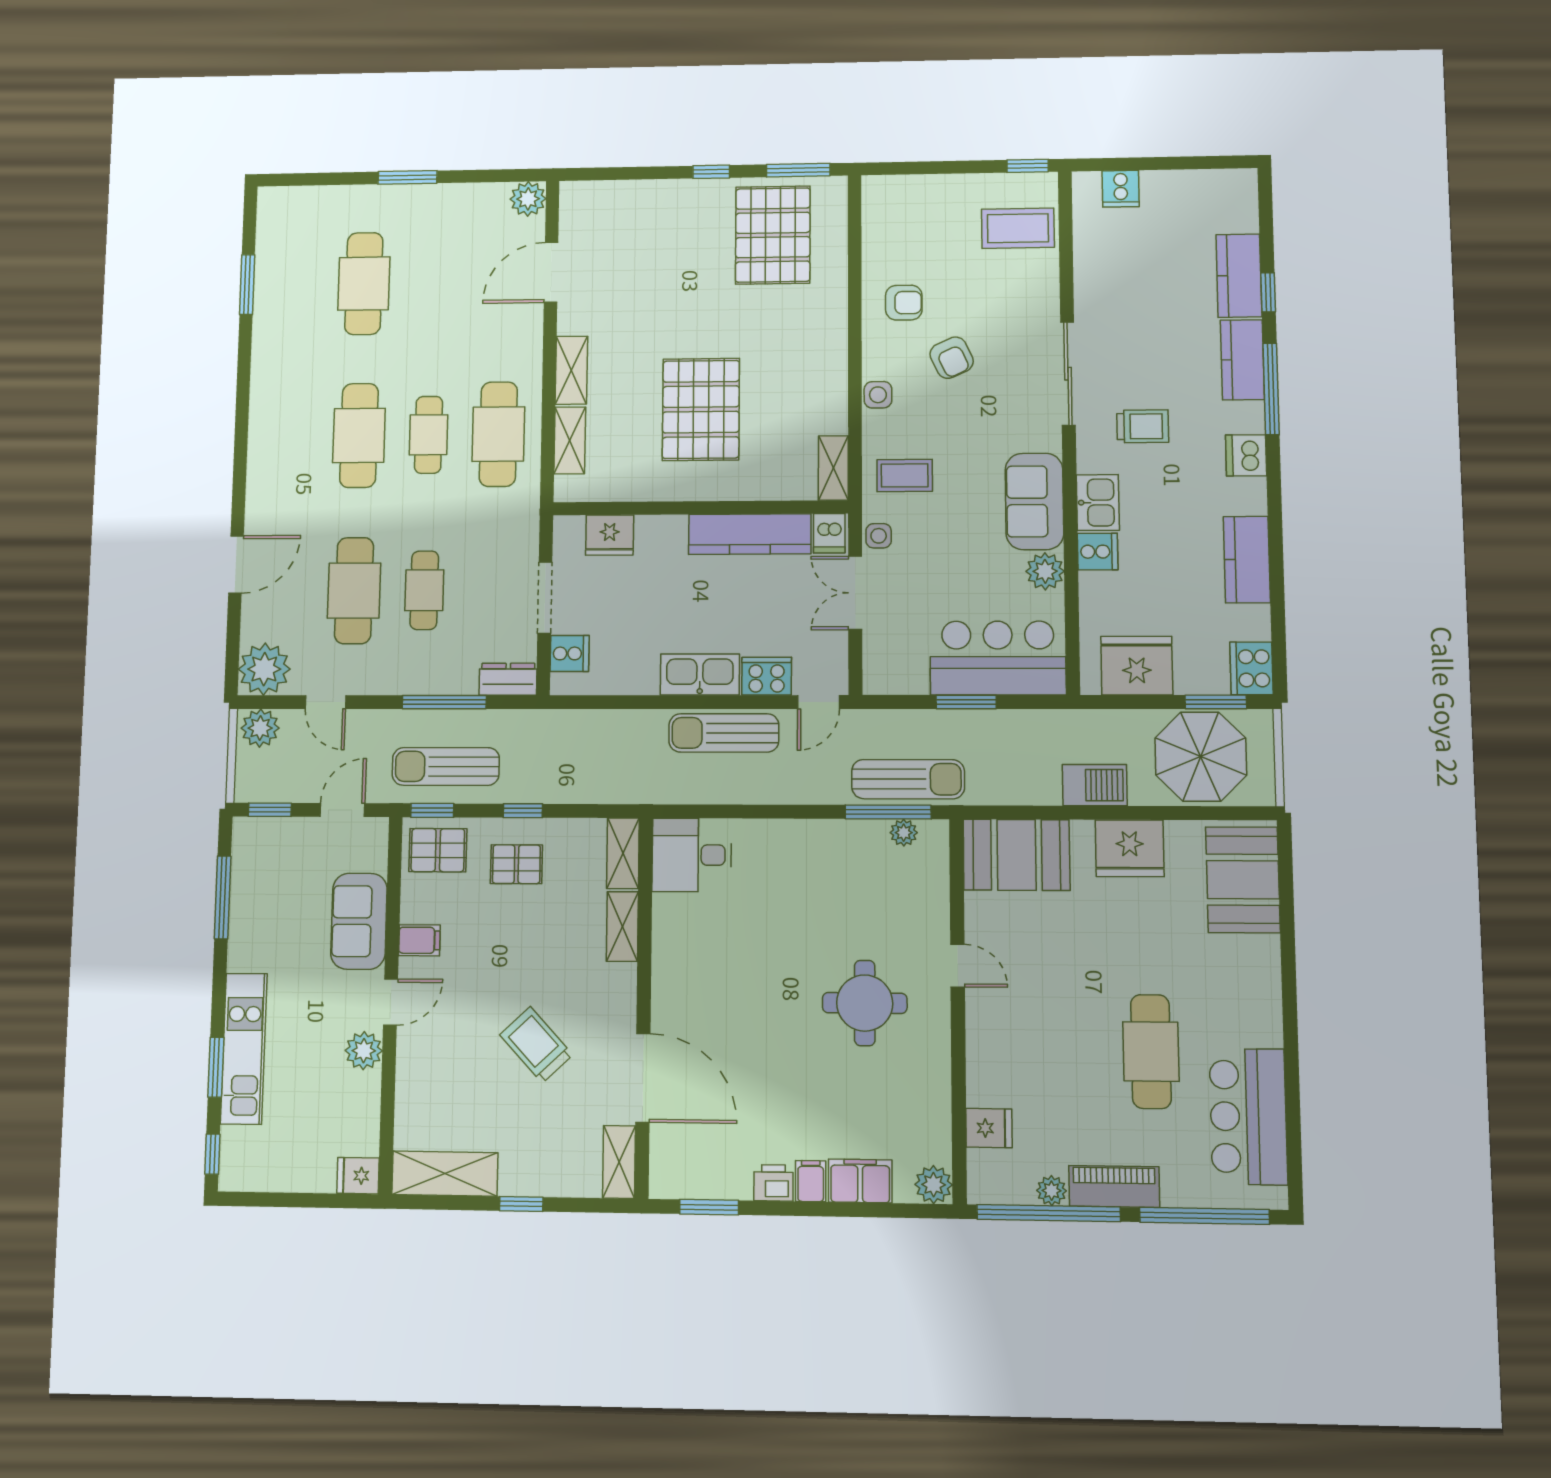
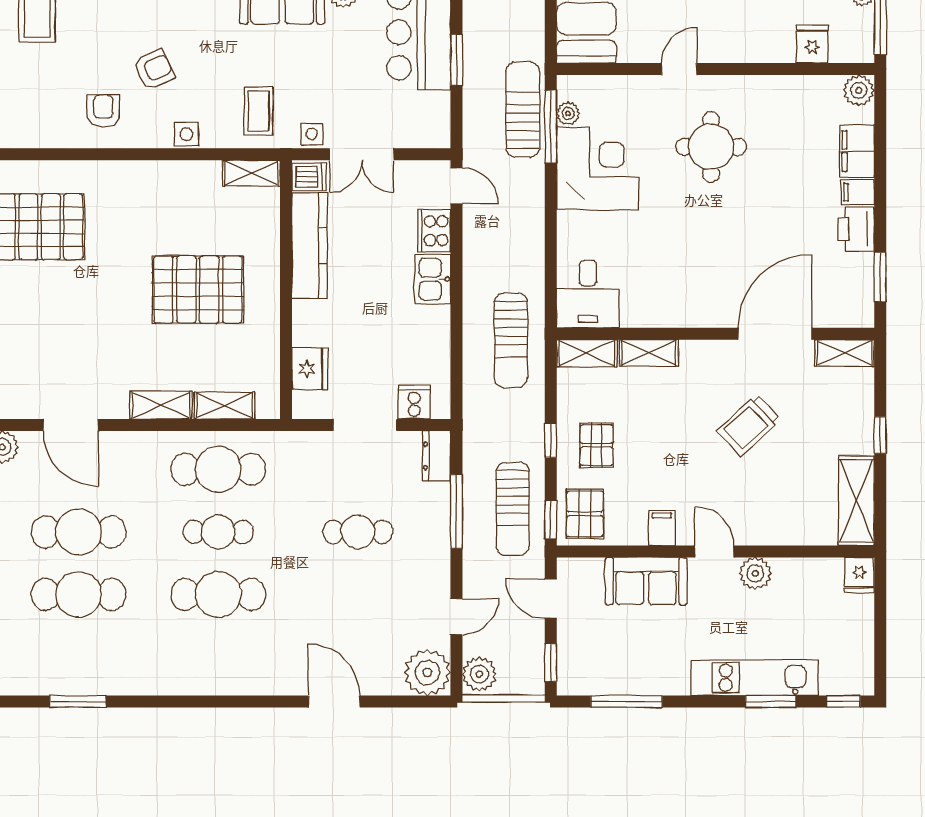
cafe table: (354, 591) -> (79, 532), moved
kitchen sink: (700, 675) -> (433, 279), width x0.73
sun lounger: (724, 733) -> (511, 340), moved
corner desk: (839, 867) -> (598, 169), added
printer: (773, 1183) -> (856, 229), width x1.36, depth x1.24

